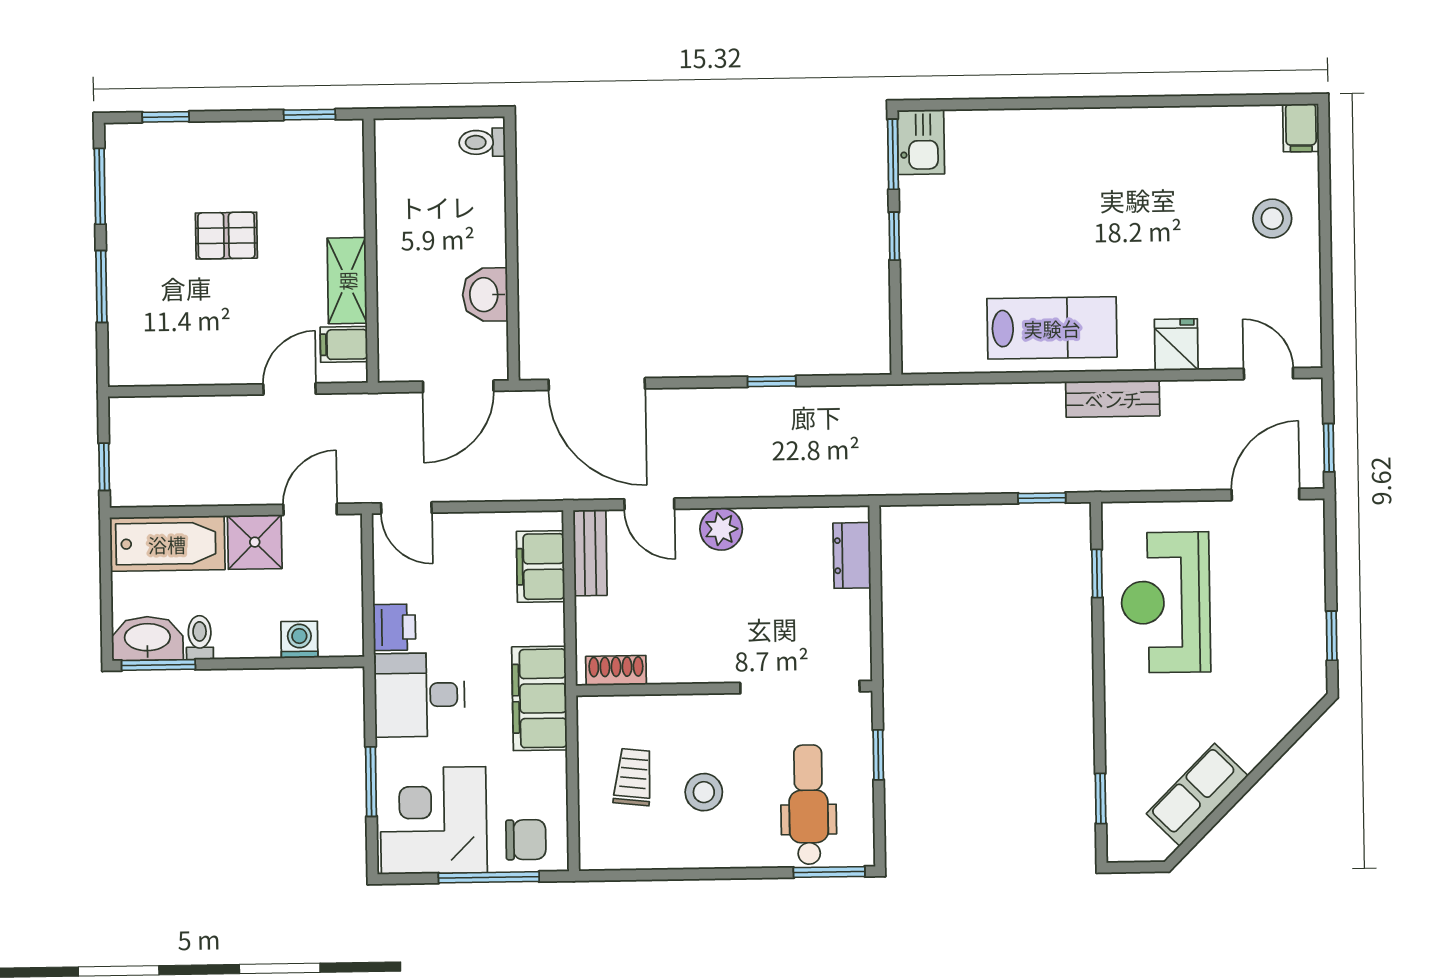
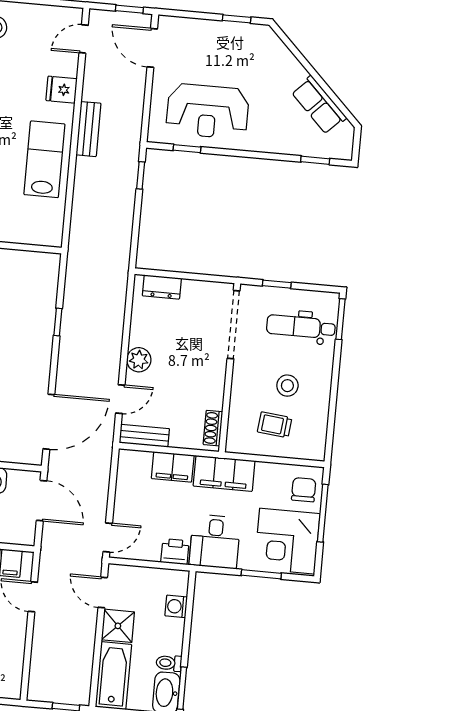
filing cabinet: (541, 567) -> (173, 467), moved

